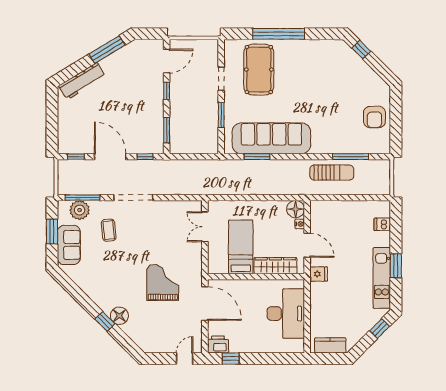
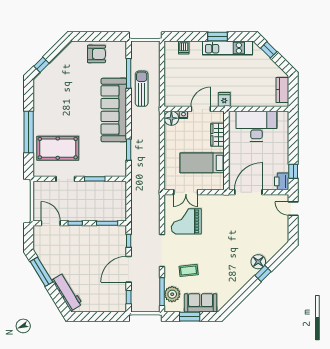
sofa: (271, 138) -> (114, 110), moved
wardrobe: (275, 266) -> (217, 135), width x0.67
grand piano: (163, 282) -> (186, 221), moved

